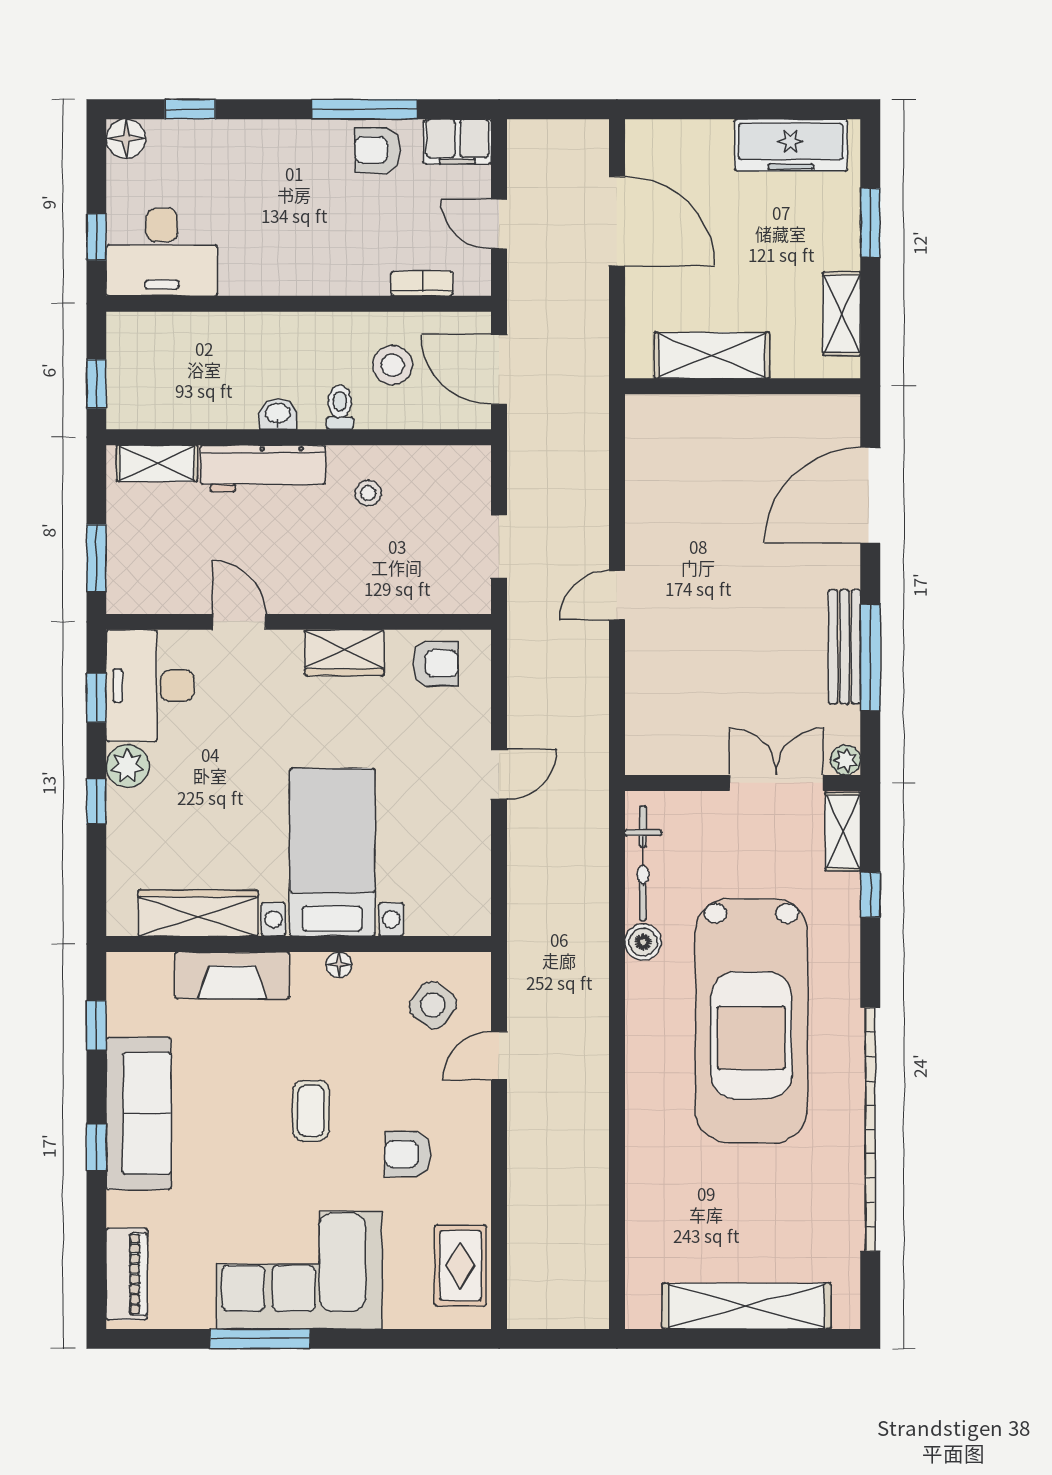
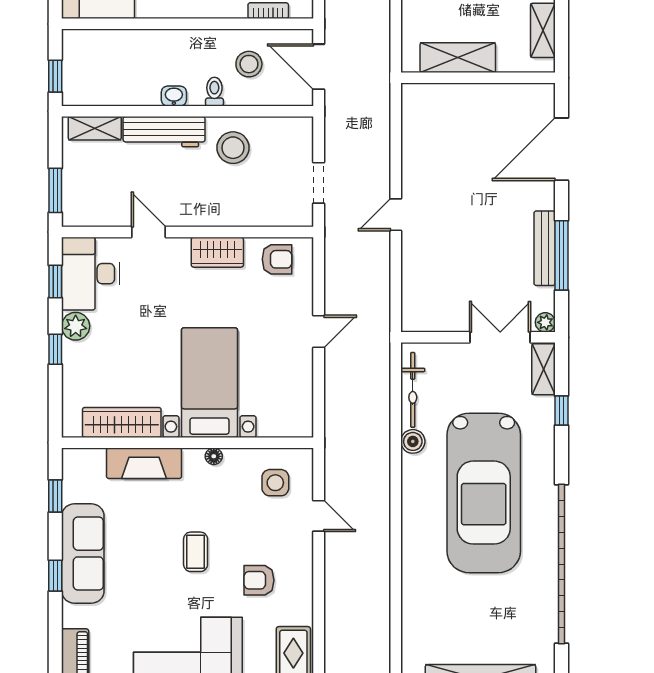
stool: (368, 493) -> (233, 148), width x1.89, depth x1.89
side table: (433, 1005) -> (275, 483), turned -36
door: (499, 1056) -> (319, 516), swing flipped

